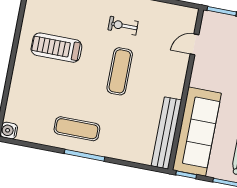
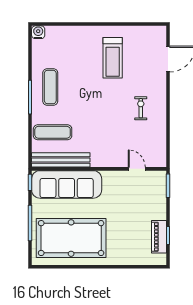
treadmill: (56, 48) -> (113, 58), turned 180
exercise mat: (120, 71) -> (53, 132), moved

